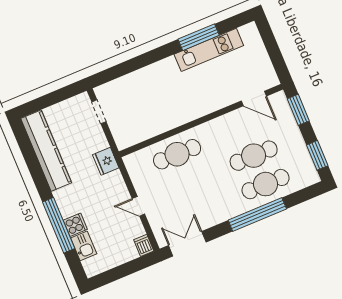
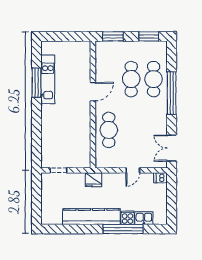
door: (254, 98) -> (93, 92), moved
kitchen counter: (46, 151) -> (91, 217), moved

